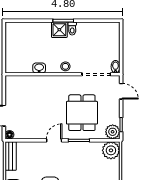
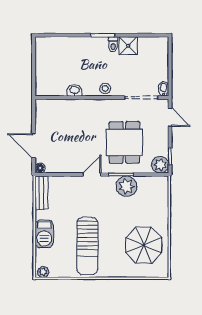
shower: (59, 30) -> (128, 46), moved
plant: (111, 150) -> (126, 186), moved

